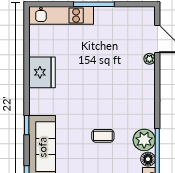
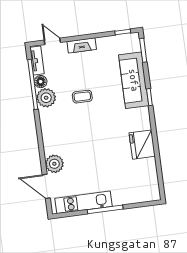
kitchen unit: (61, 15) -> (84, 202), moved
plant: (149, 59) -> (54, 164), width x1.87, depth x1.87

